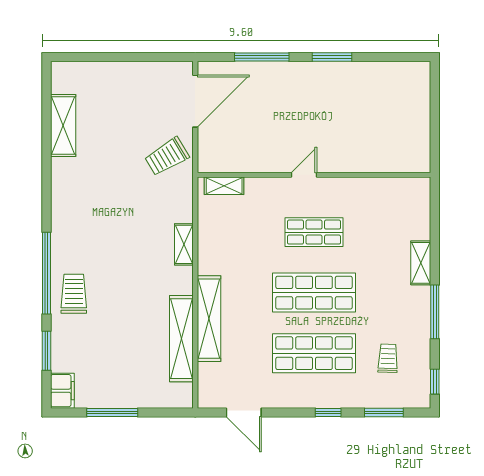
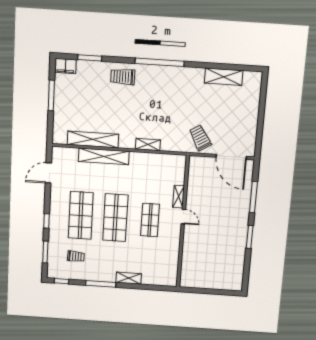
shelving: (224, 186) -> (179, 197), moved
window: (46, 273) -> (160, 62), moved
trolley: (74, 294) -> (123, 77), turned 180

